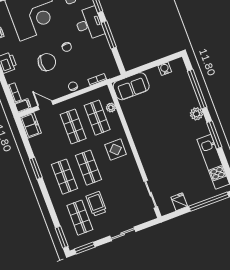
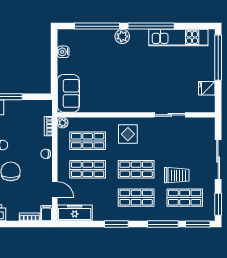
door: (45, 105) -> (55, 190), swing flipped
plant: (111, 108) -> (63, 123), moved
freezer: (31, 125) -> (75, 213), width x1.40
window: (214, 135) -> (151, 26), width x1.46
sliding door: (151, 194) -> (170, 115), moved
trolley: (96, 204) -> (177, 175), turned 180
window: (51, 208) -> (163, 224), added
sliding door: (123, 234) -> (218, 159), width x1.37

